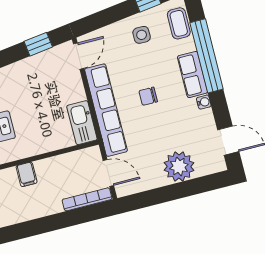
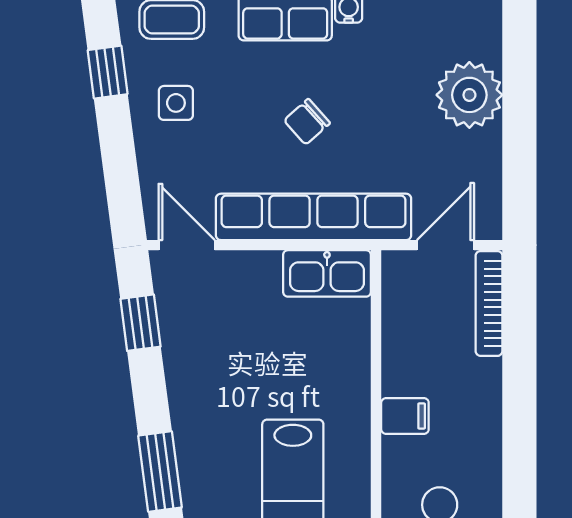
chair: (148, 96) -> (307, 122), turned 48

